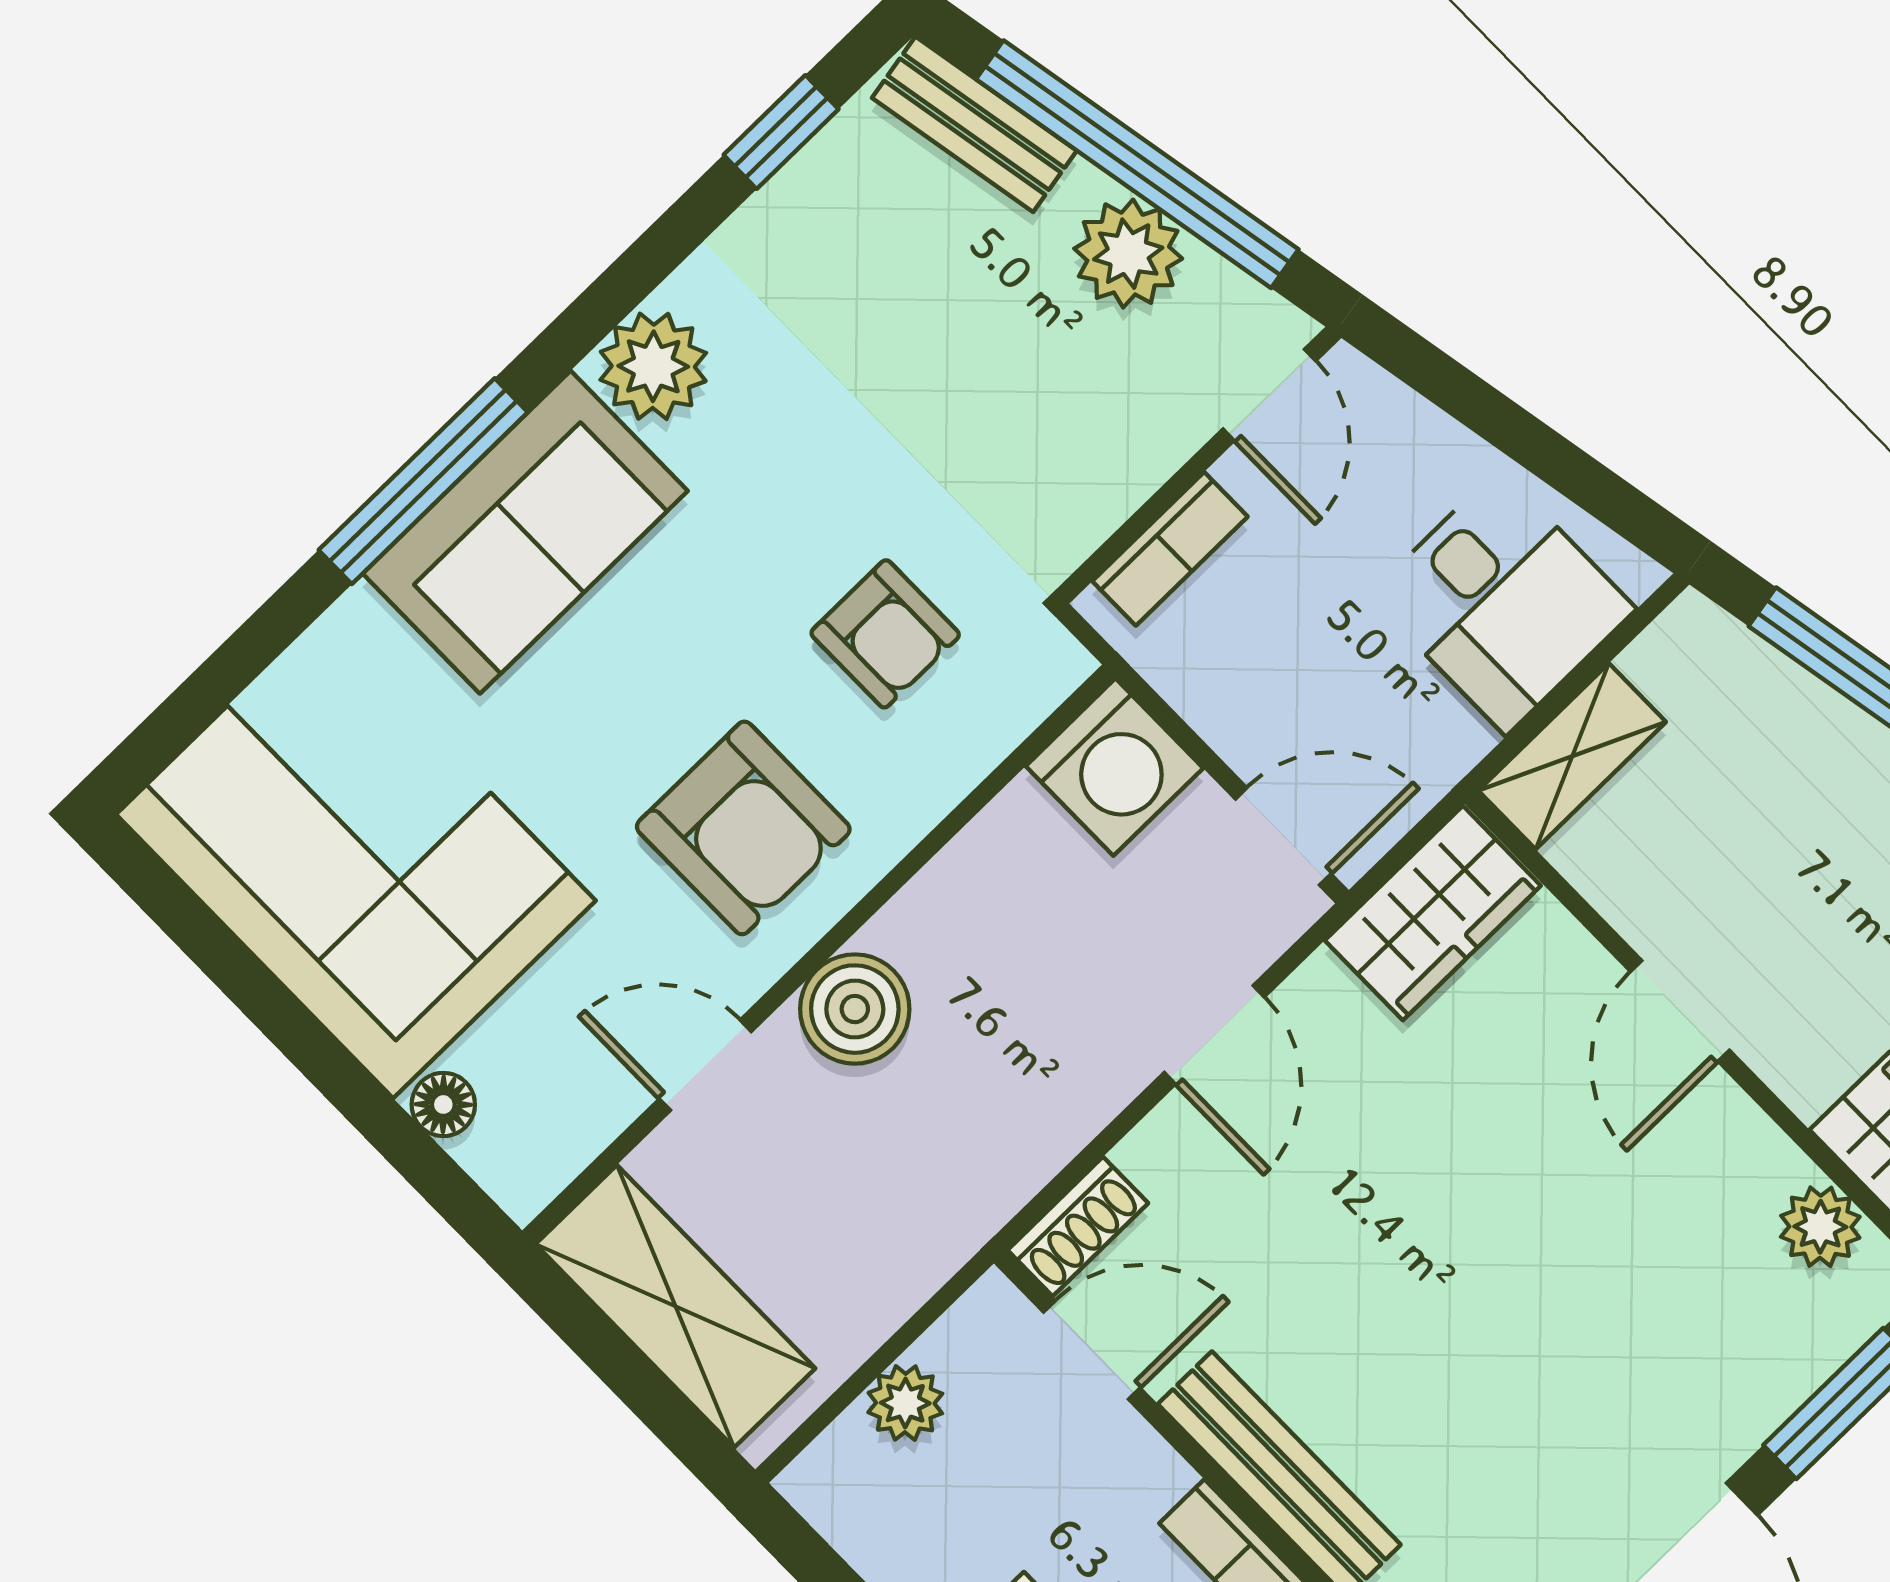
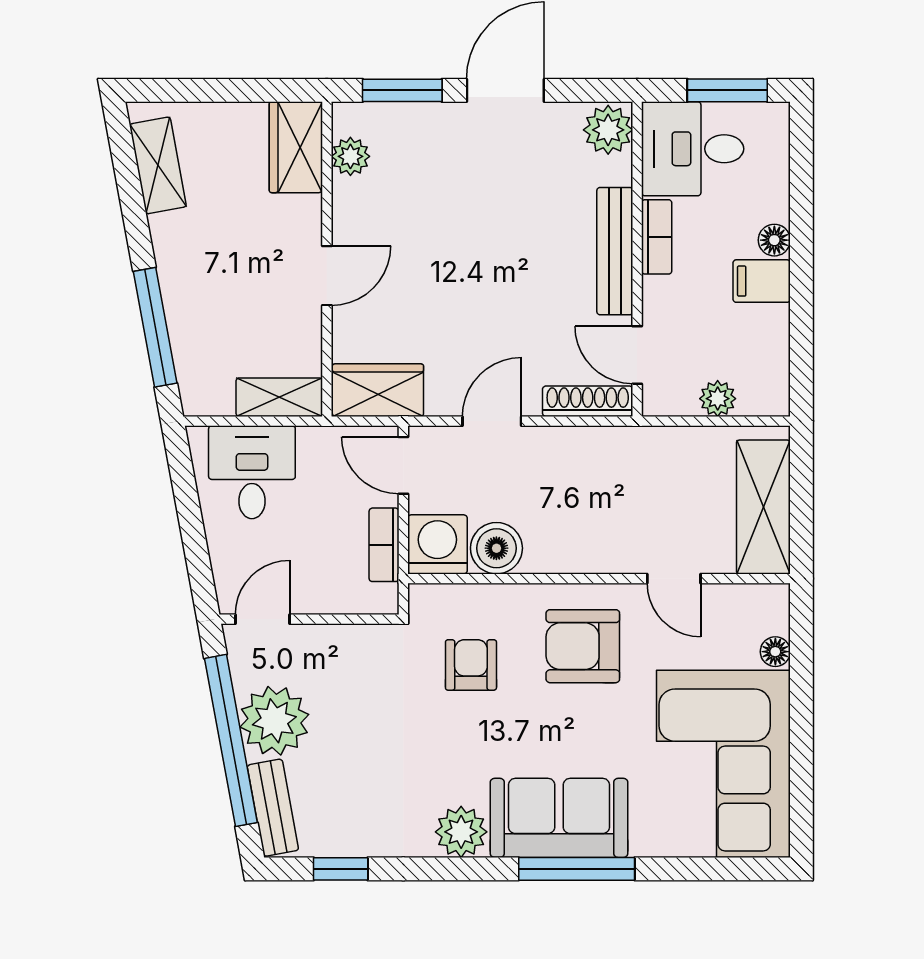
plant: (1128, 254) -> (274, 721), width x1.36, depth x1.36
bookcase: (1170, 549) -> (384, 545), moved, turned -90
armchair: (743, 828) -> (583, 646), turned -90
boiler: (855, 1009) -> (496, 548), moved
shoe rack: (1078, 1227) -> (588, 401), width x1.43

